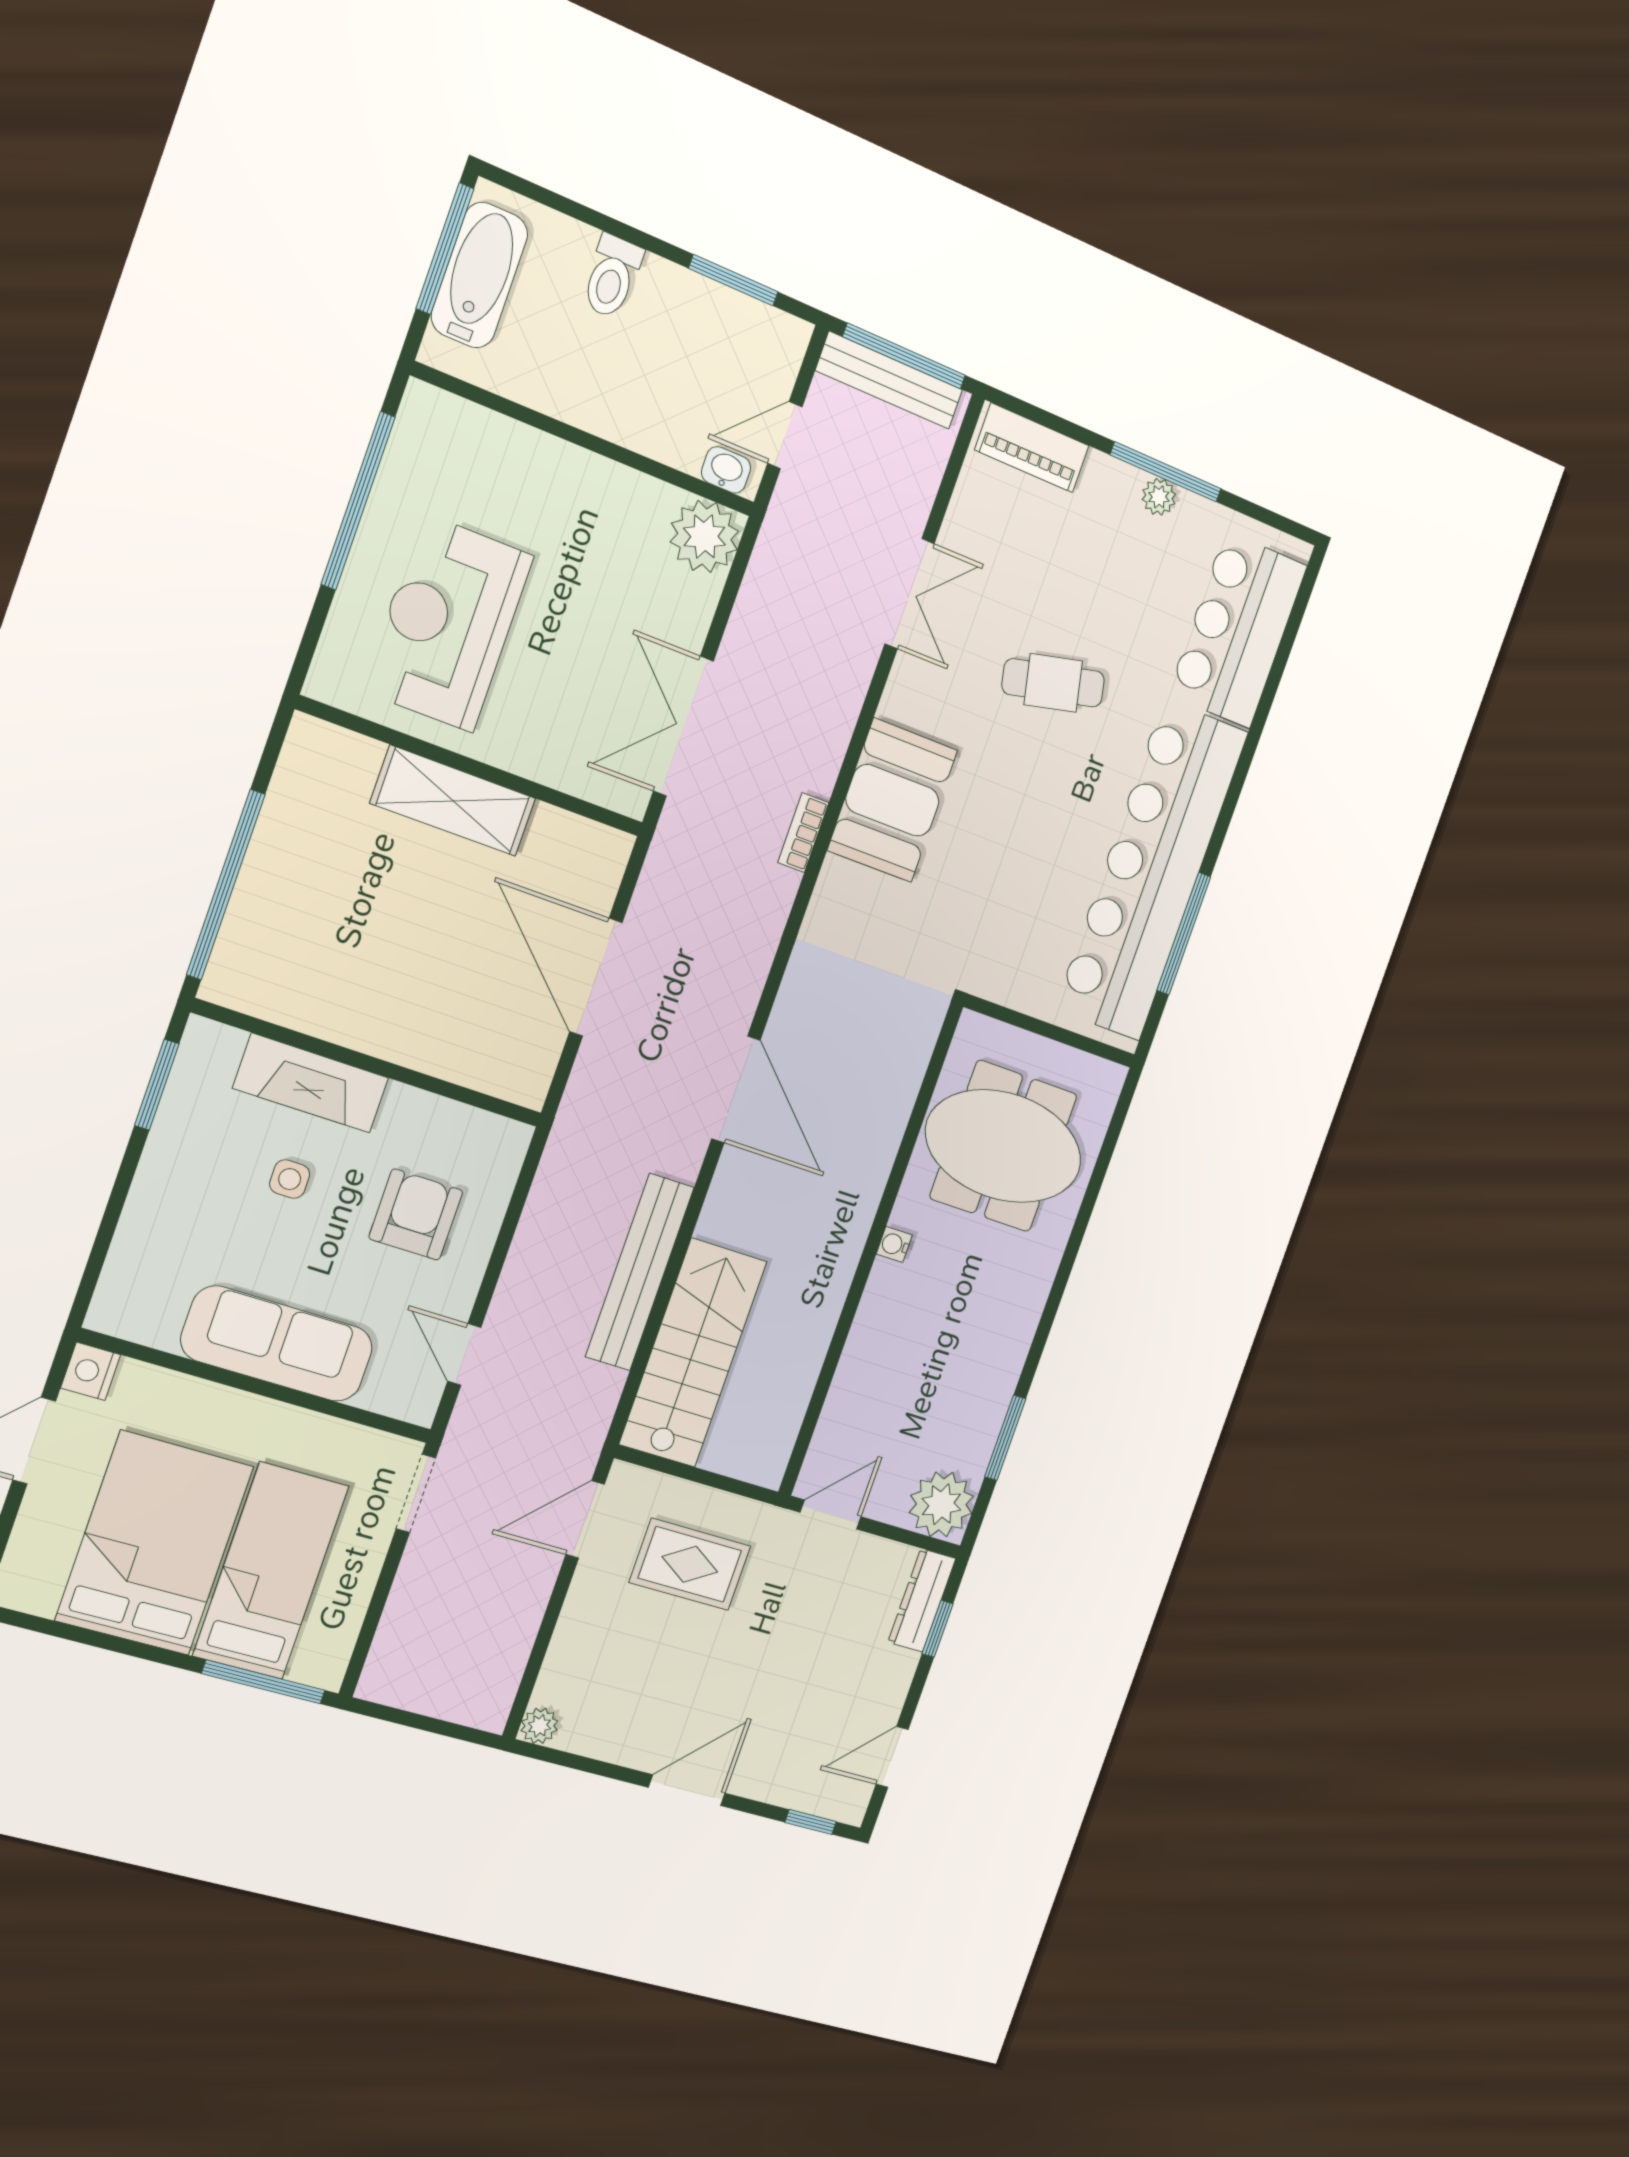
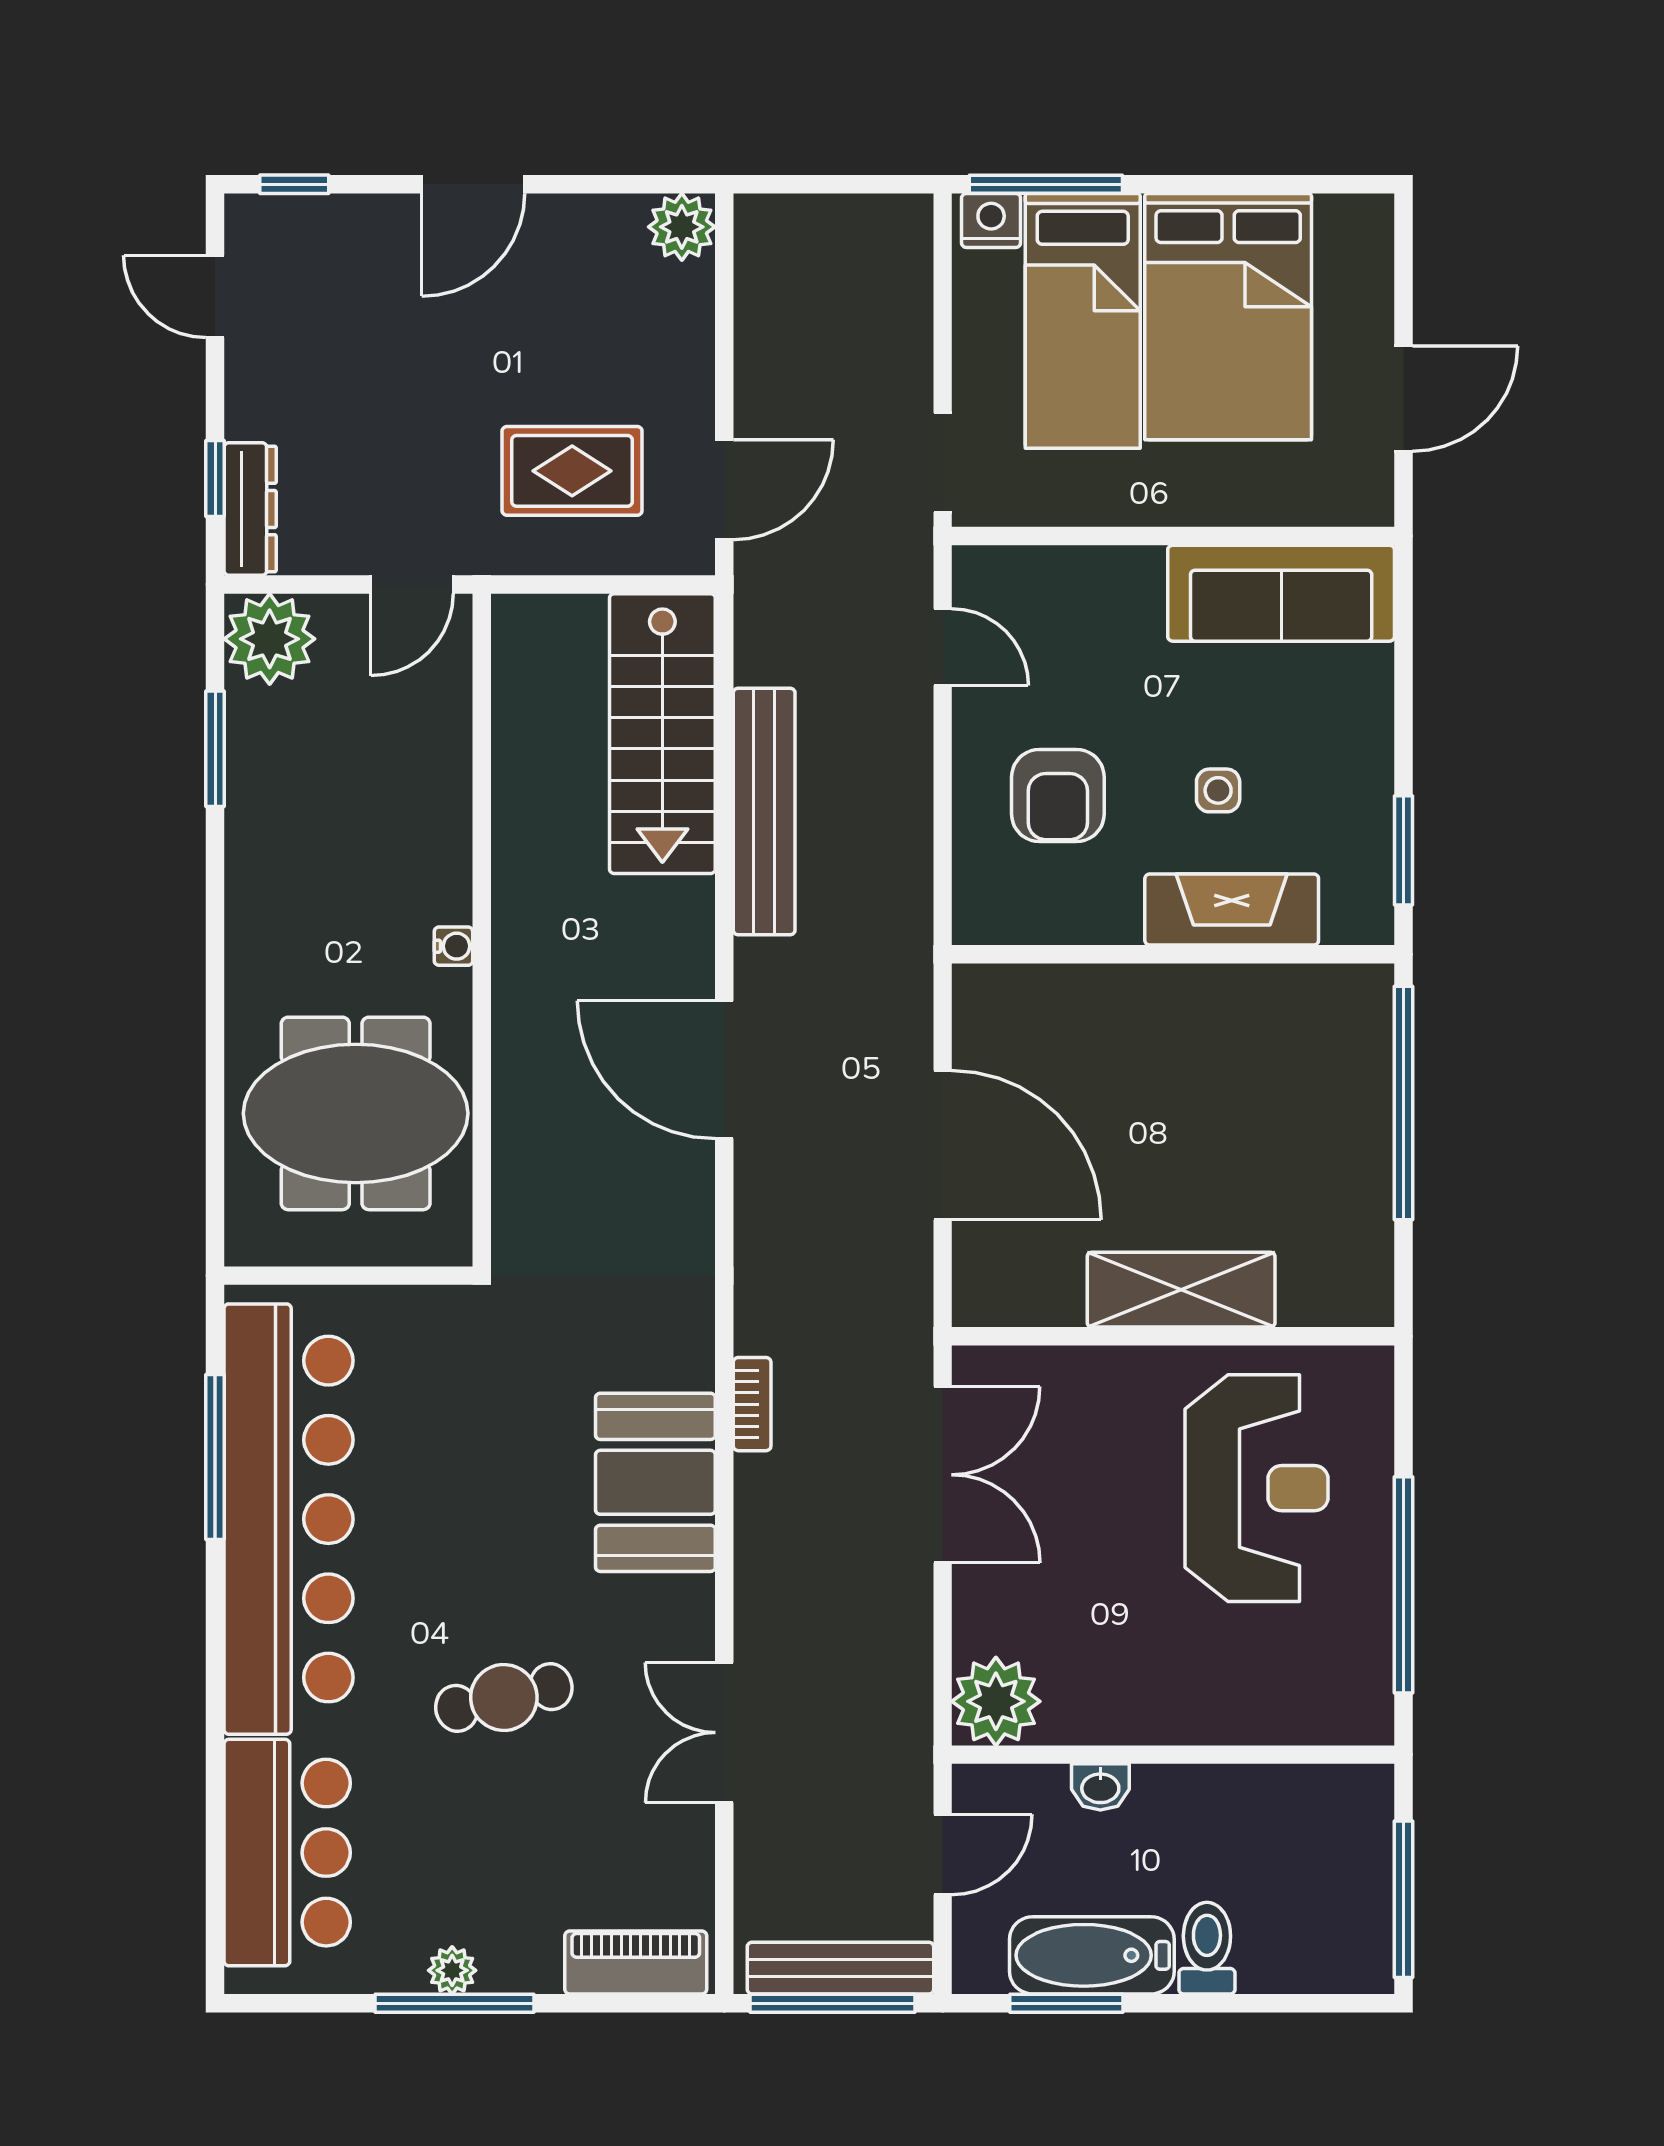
bathtub: (479, 275) -> (1092, 1955), moved, turned 90
washbasin: (726, 470) -> (1100, 1787), moved
sofa: (277, 1344) -> (1281, 593), moved
nightstand: (91, 1371) -> (991, 220), moved, turned -90
plant: (539, 1726) -> (682, 227), width x1.38, depth x1.38
door: (892, 1757) -> (215, 296), swing flipped

